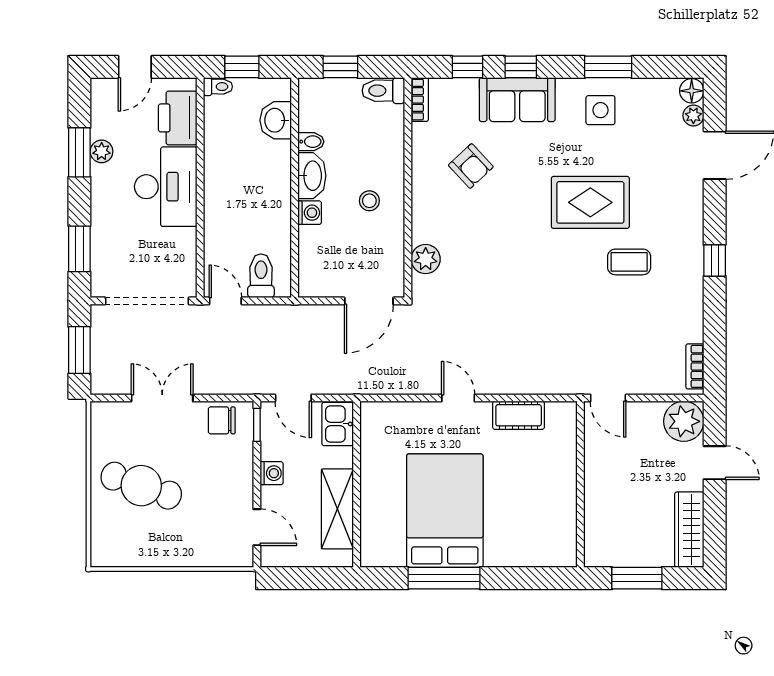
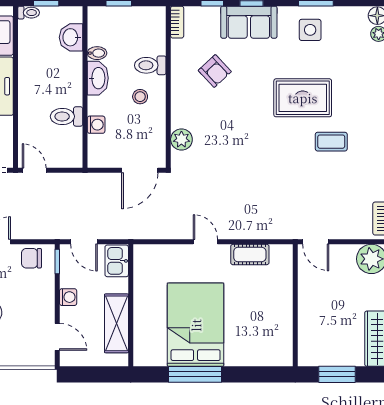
toilet: (383, 91) -> (150, 65), moved
washing machine: (310, 213) -> (96, 125), moved
toilet: (261, 276) -> (67, 116), moved, turned -90

